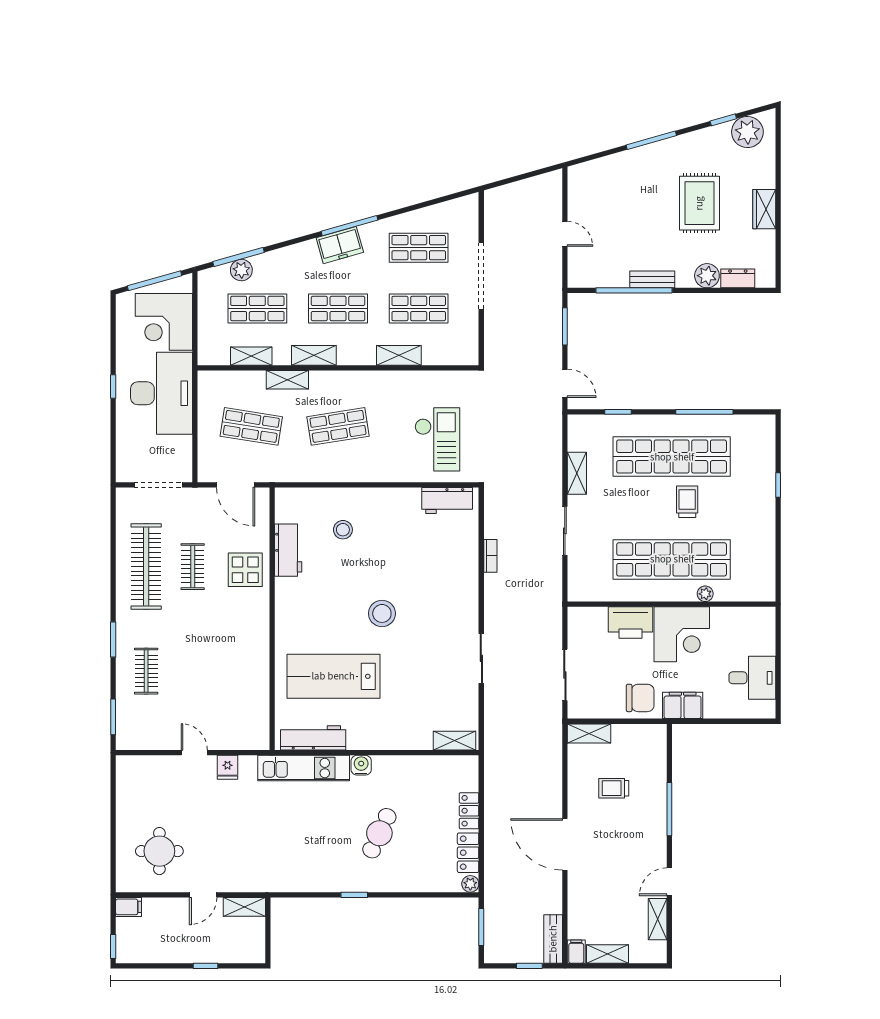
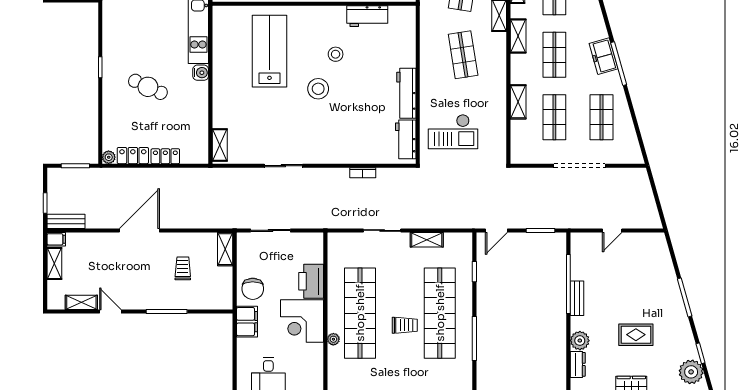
rug: (699, 203) -> (636, 335), width x0.73, depth x0.70
stool: (343, 530) -> (336, 54), moved
workbench: (313, 738) -> (406, 93), moved, turned 180

